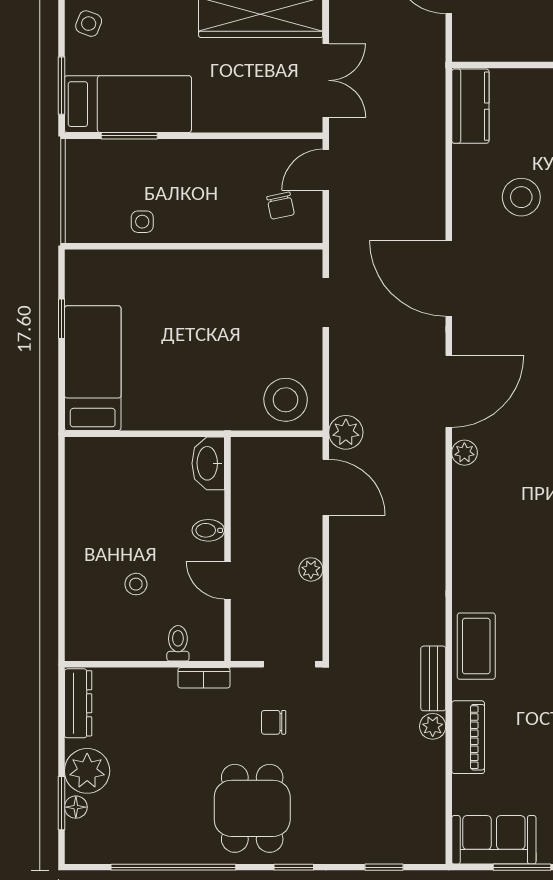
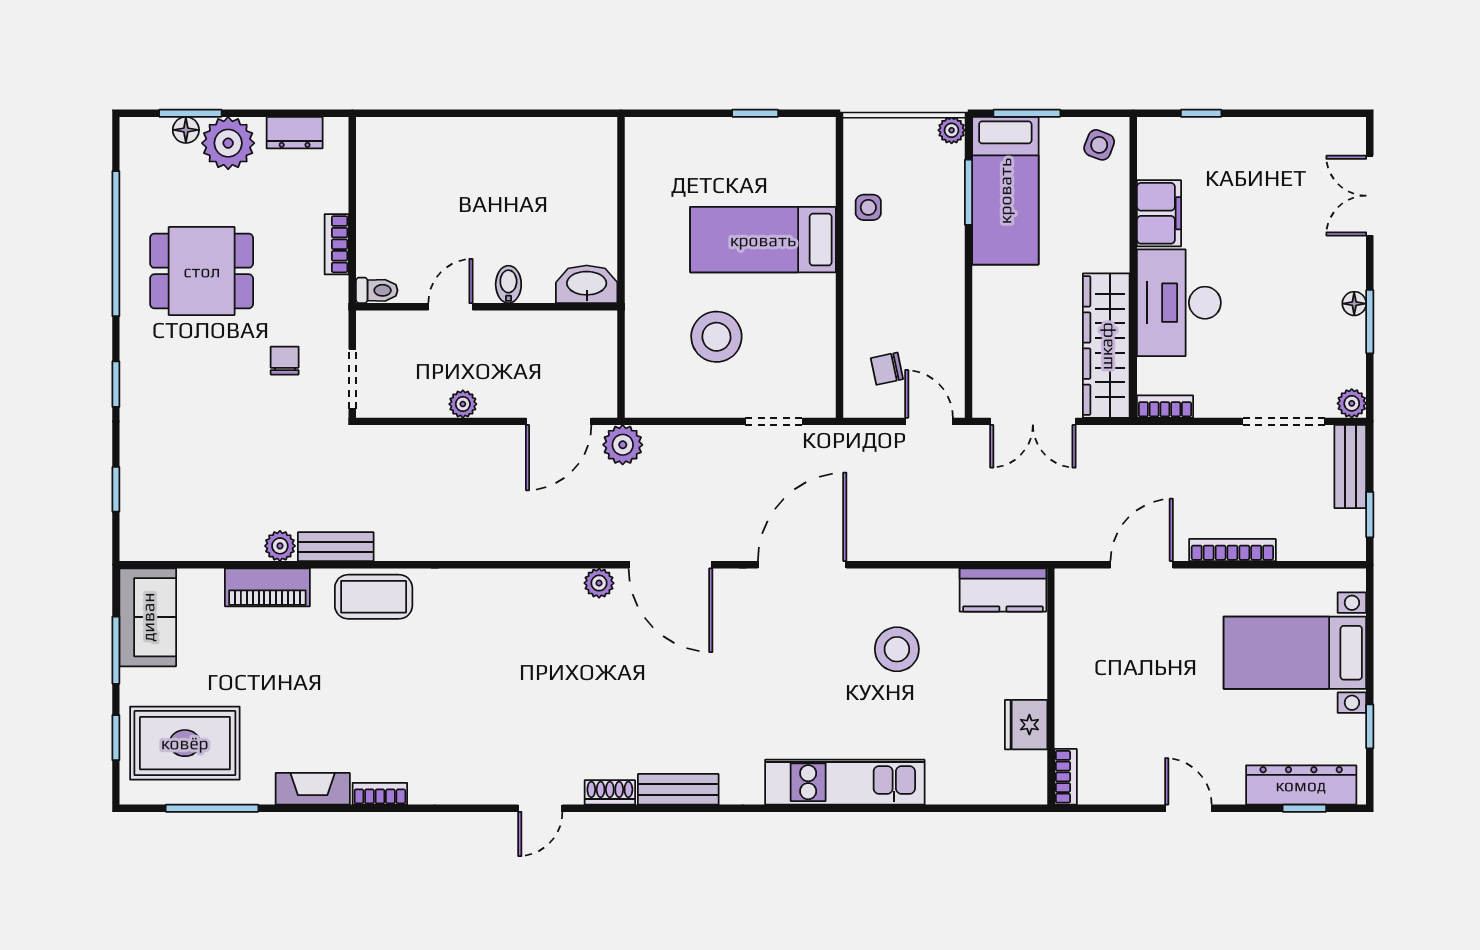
plant: (76, 150) -> (952, 130), added
bed: (93, 368) -> (763, 240), moved, turned 180
stool: (286, 400) -> (716, 337), moved
stool: (136, 584) -> (446, 200), removed
toilet: (178, 643) -> (377, 290), moved
bookcase: (204, 678) -> (337, 244), moved
dresser: (78, 703) -> (295, 133), width x0.70
dining table: (252, 808) -> (202, 271), moved

